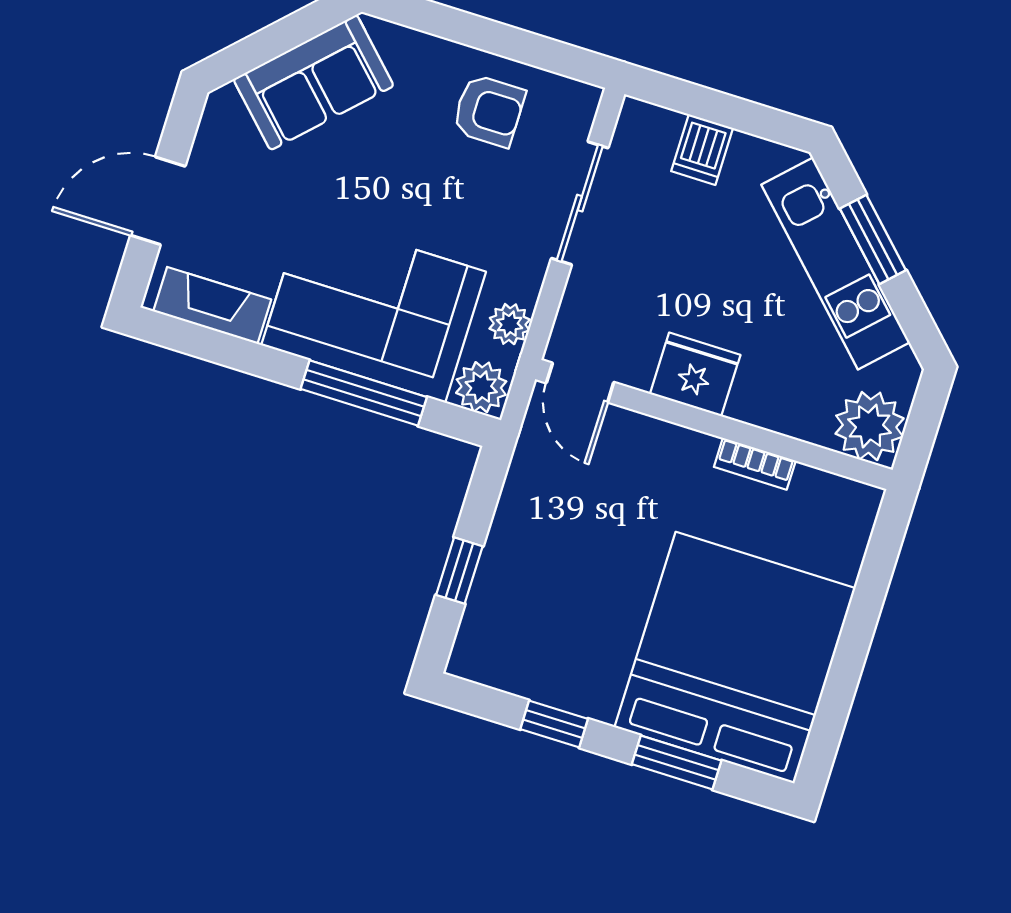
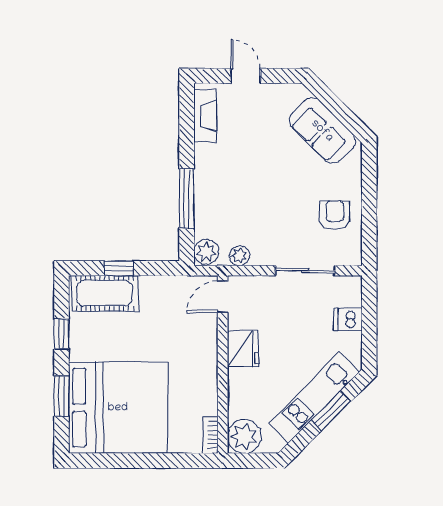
armchair: (489, 111) -> (335, 215), turned 180
door: (158, 201) -> (245, 76), width x0.73
corner sofa: (374, 308) -> (227, 191), removed
bookcase: (755, 464) -> (210, 435), moved
cot: (500, 614) -> (105, 293), added

